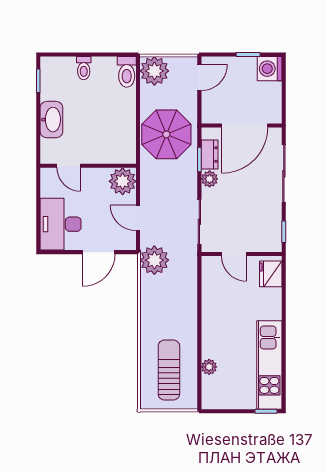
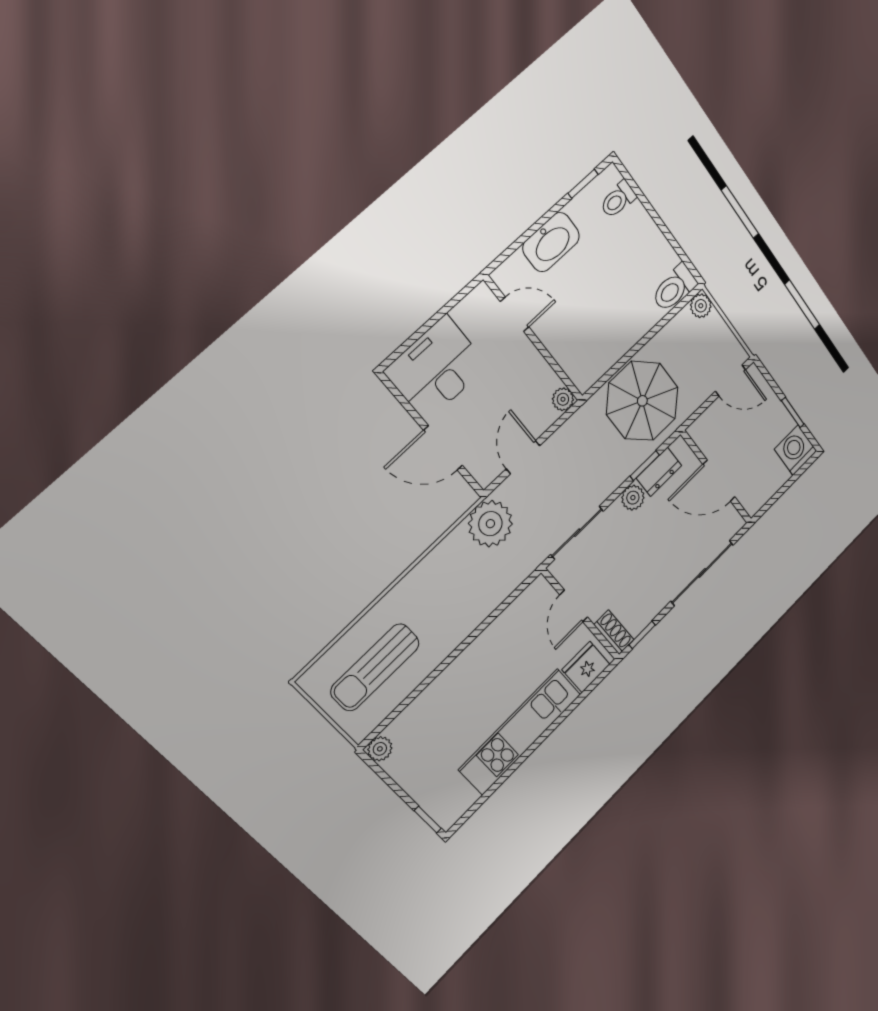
toilet: (84, 68) -> (618, 199), moved
plant: (154, 71) -> (701, 306), width x0.53, depth x0.53
door: (245, 125) -> (719, 481), width x0.73
door: (69, 166) -> (515, 314), swing flipped
plant: (123, 181) -> (563, 399), width x0.53, depth x0.53
shoe rack: (268, 245) -> (614, 632), added
kitchen unit: (269, 365) -> (520, 732), moved
plant: (209, 367) -> (380, 749), moved
sun lounger: (169, 370) -> (375, 667), turned 180

